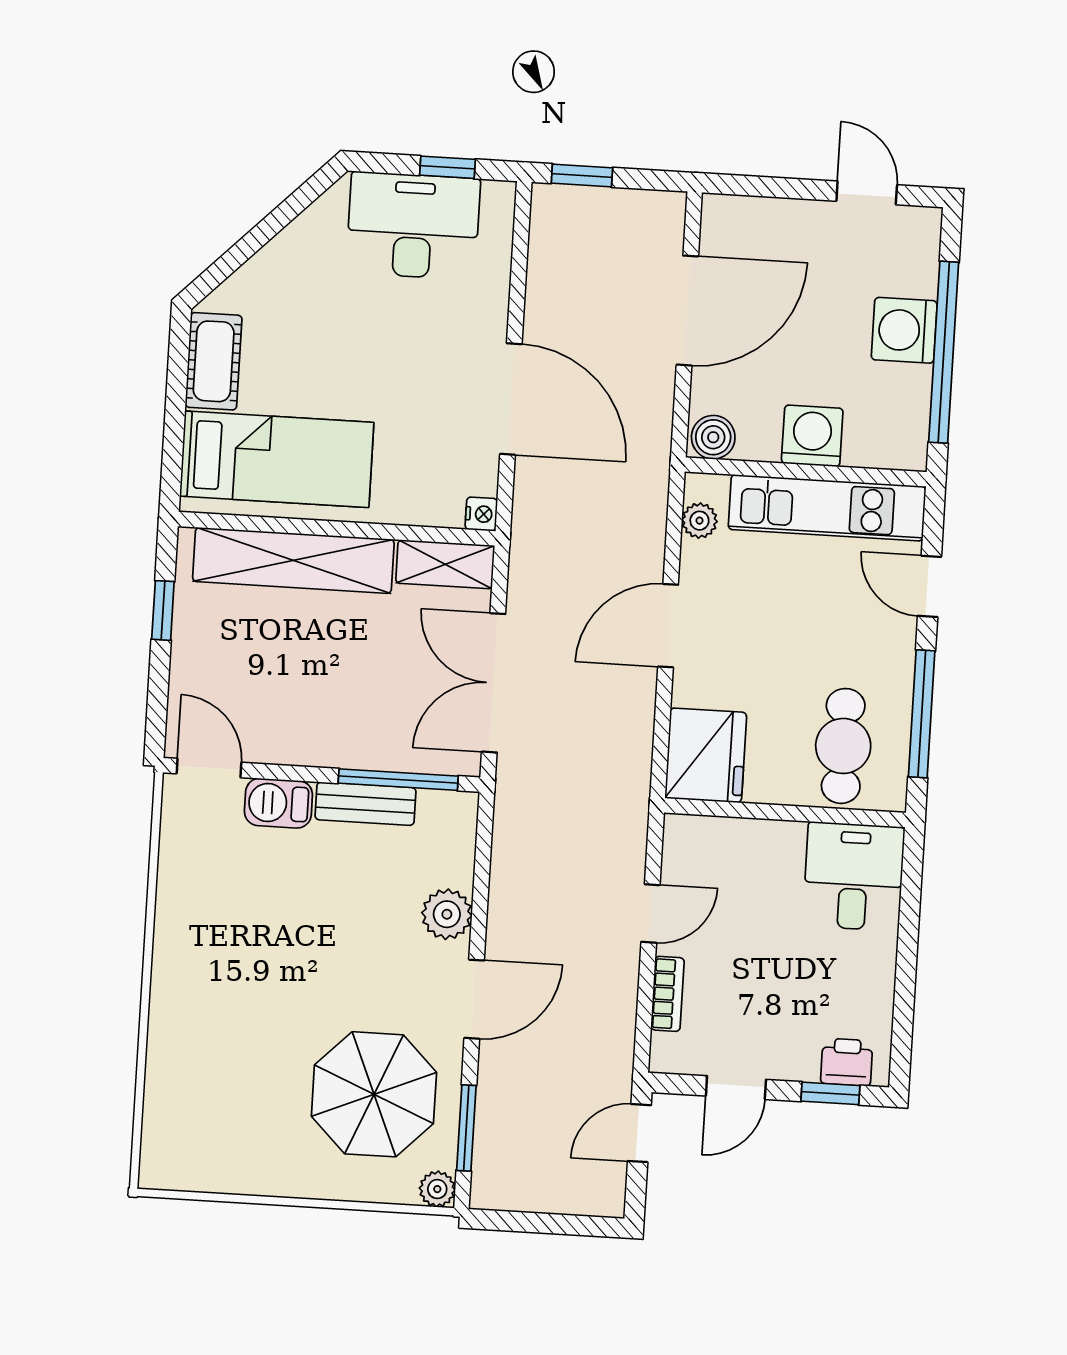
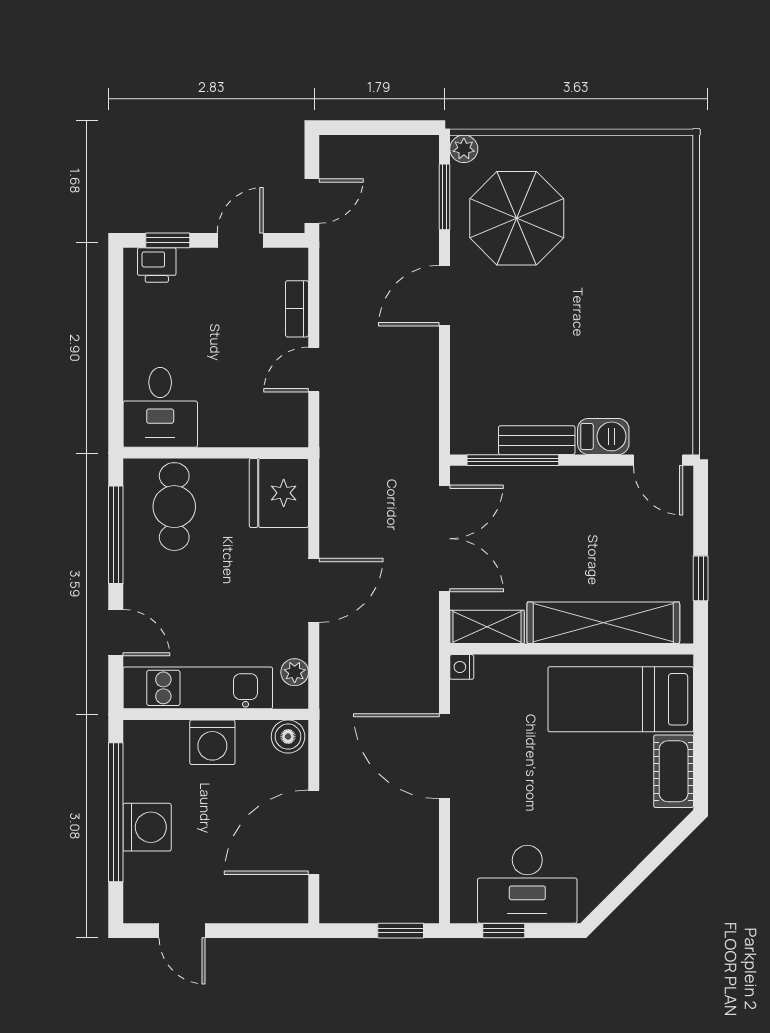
plant: (447, 914) -> (469, 359), removed

